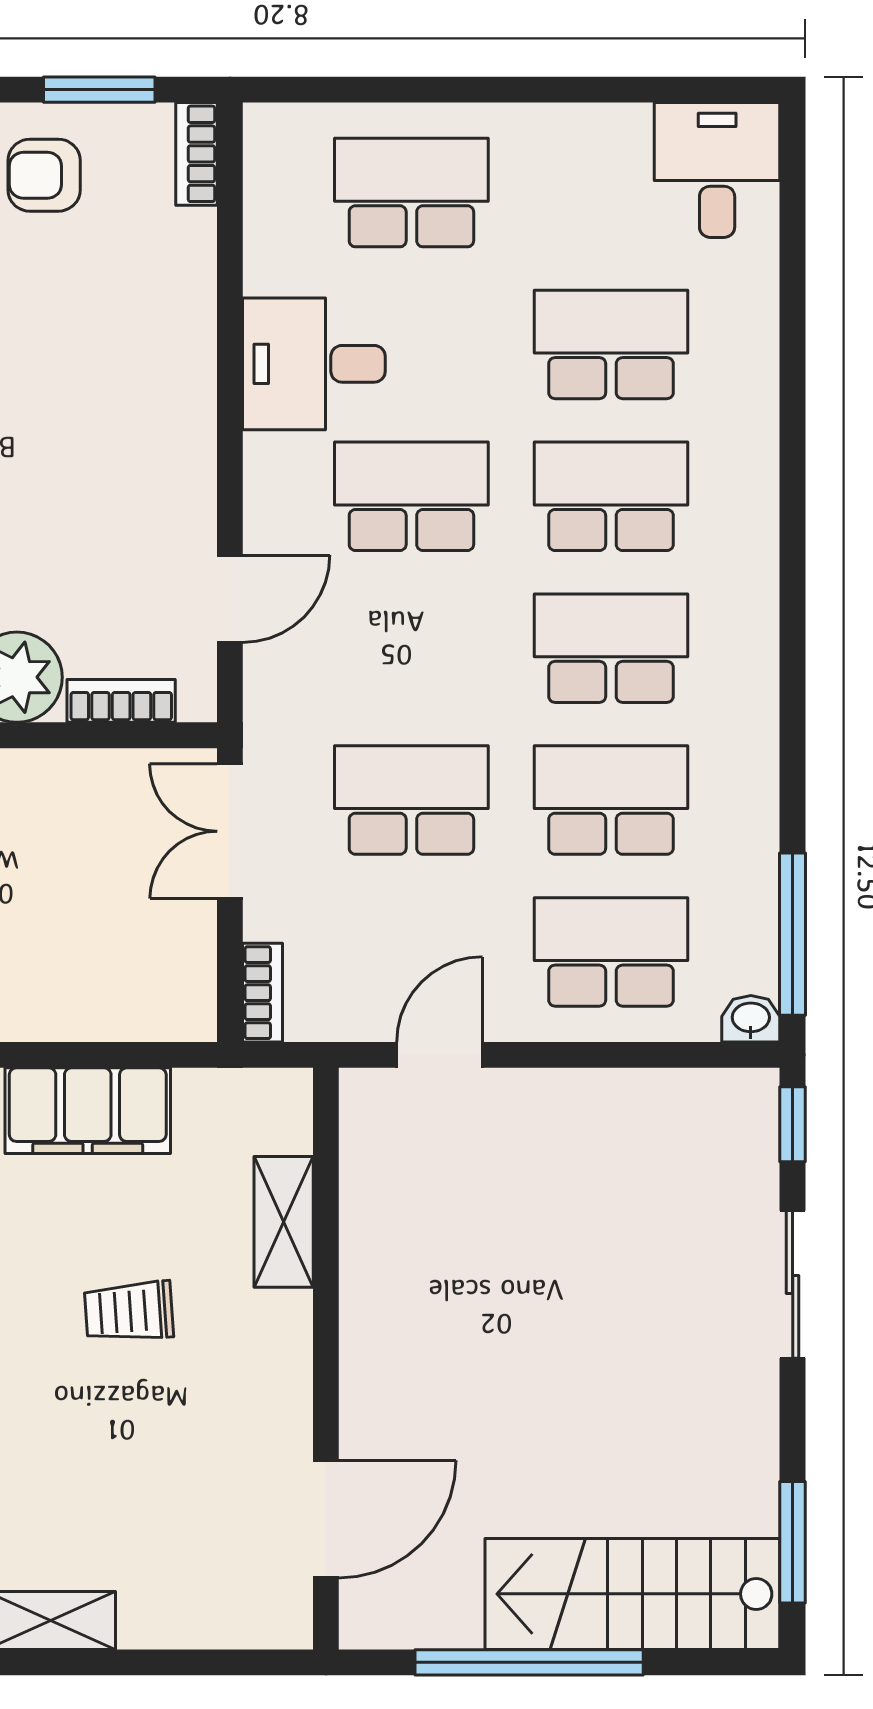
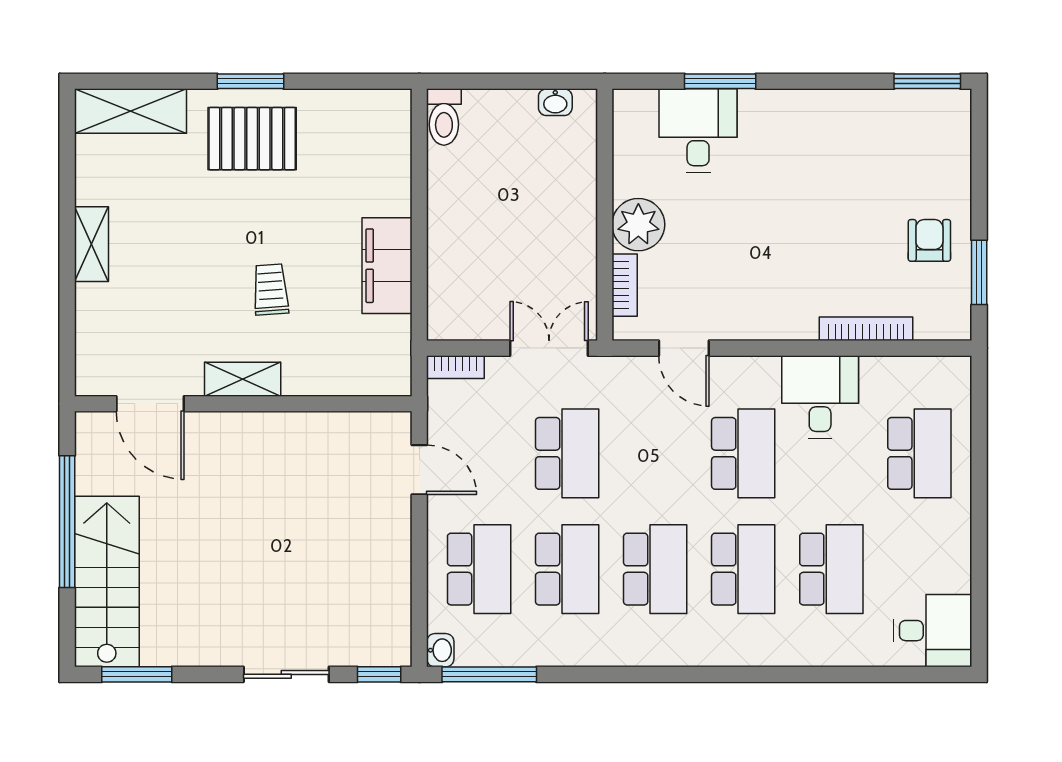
bookcase: (197, 154) -> (866, 329), moved, width x1.56
shelving: (284, 1222) -> (243, 379), moved

